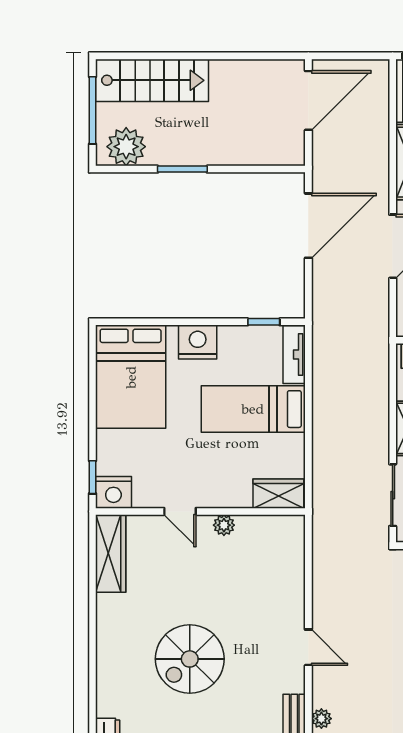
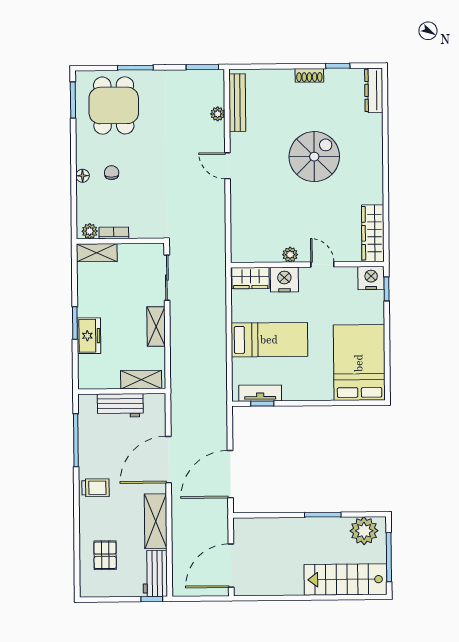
nightstand: (198, 342) -> (284, 279), moved, turned 180
tv unit: (294, 354) -> (260, 393), moved, turned -90

